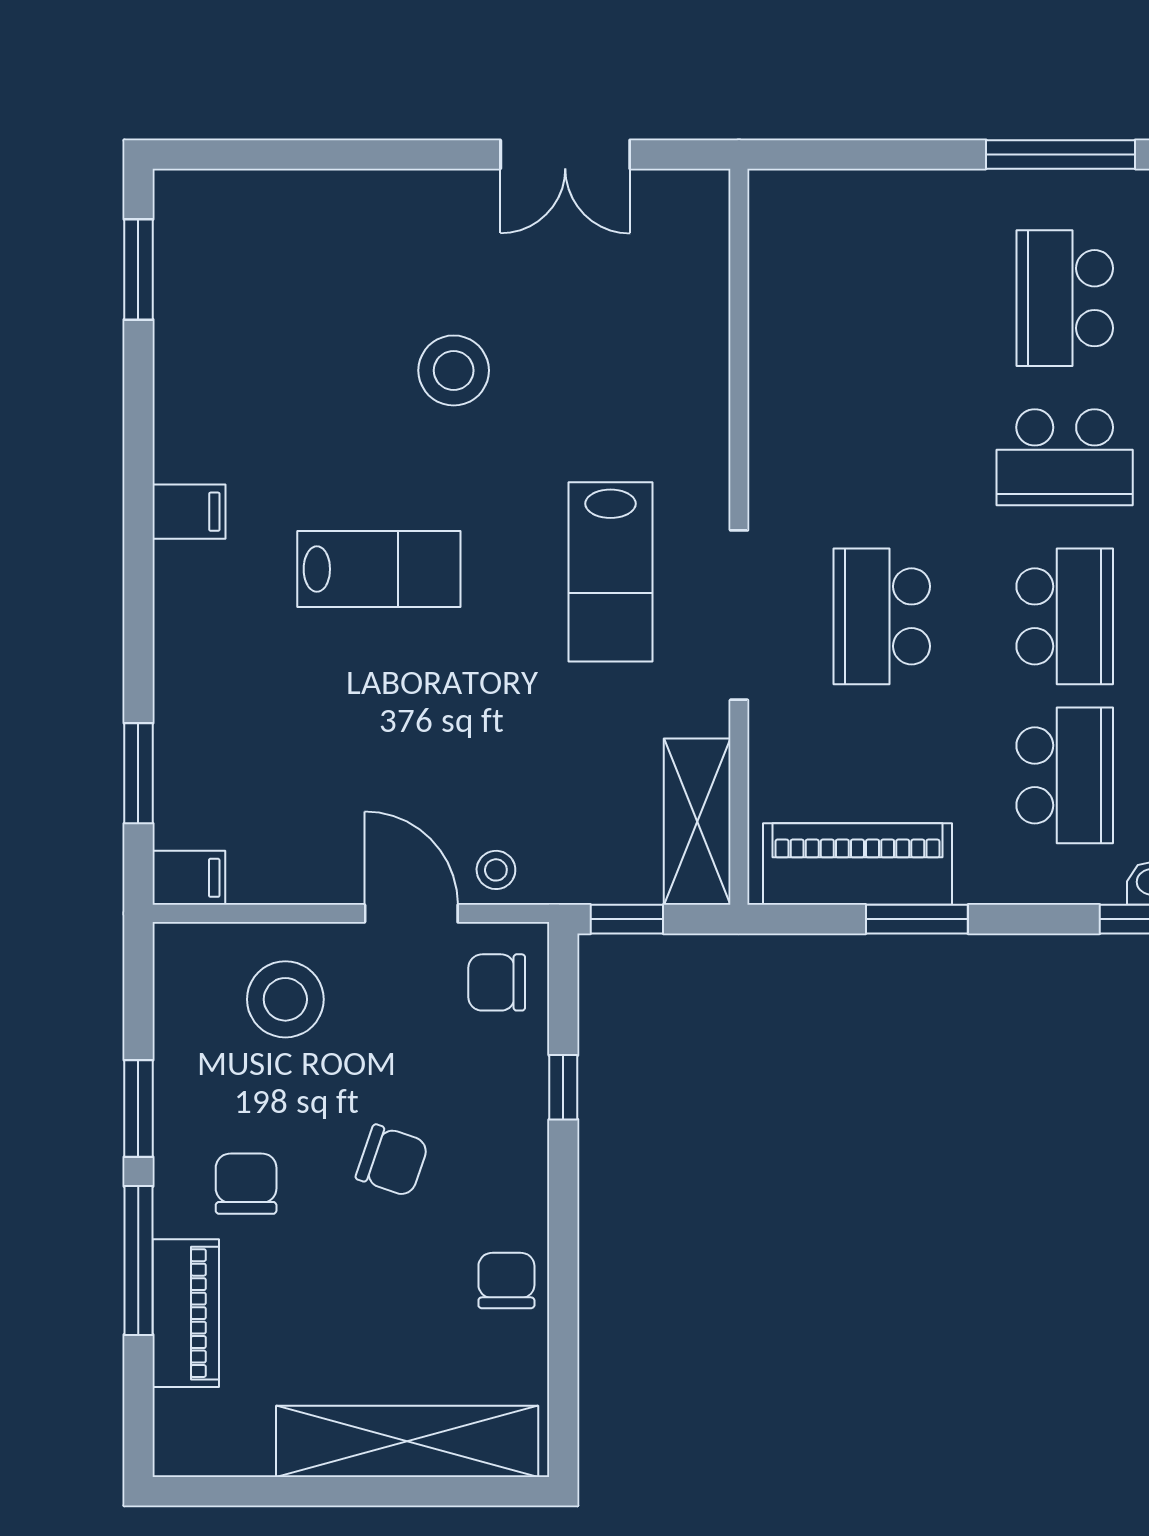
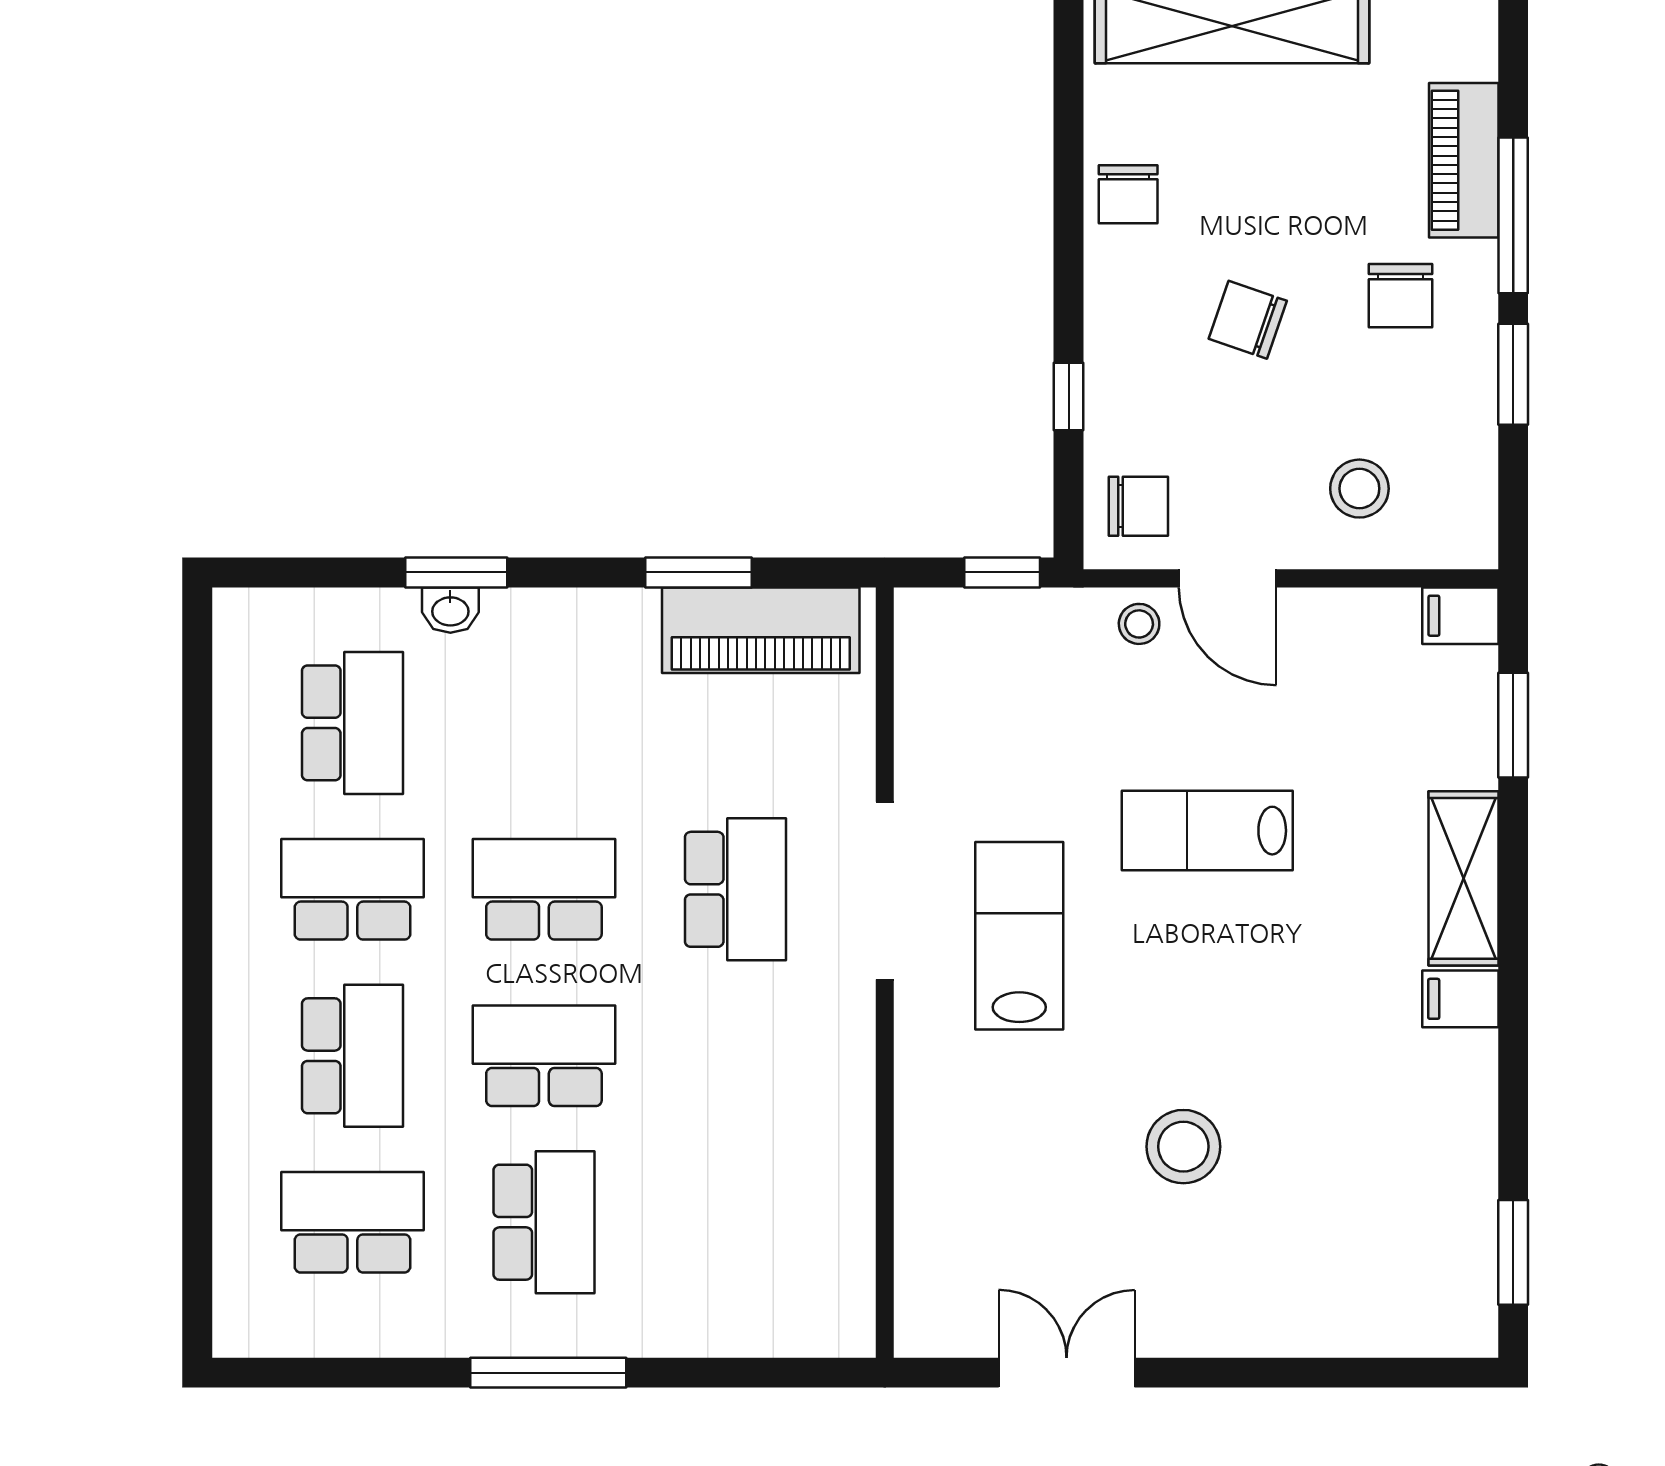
lab bench: (379, 569) -> (1207, 831), moved
school desk: (1065, 616) -> (544, 889), turned 90
school desk: (1065, 775) -> (544, 723), removed
shelving: (697, 822) -> (1463, 878), moved
stool: (285, 999) -> (1359, 489), width x0.73, depth x0.73

